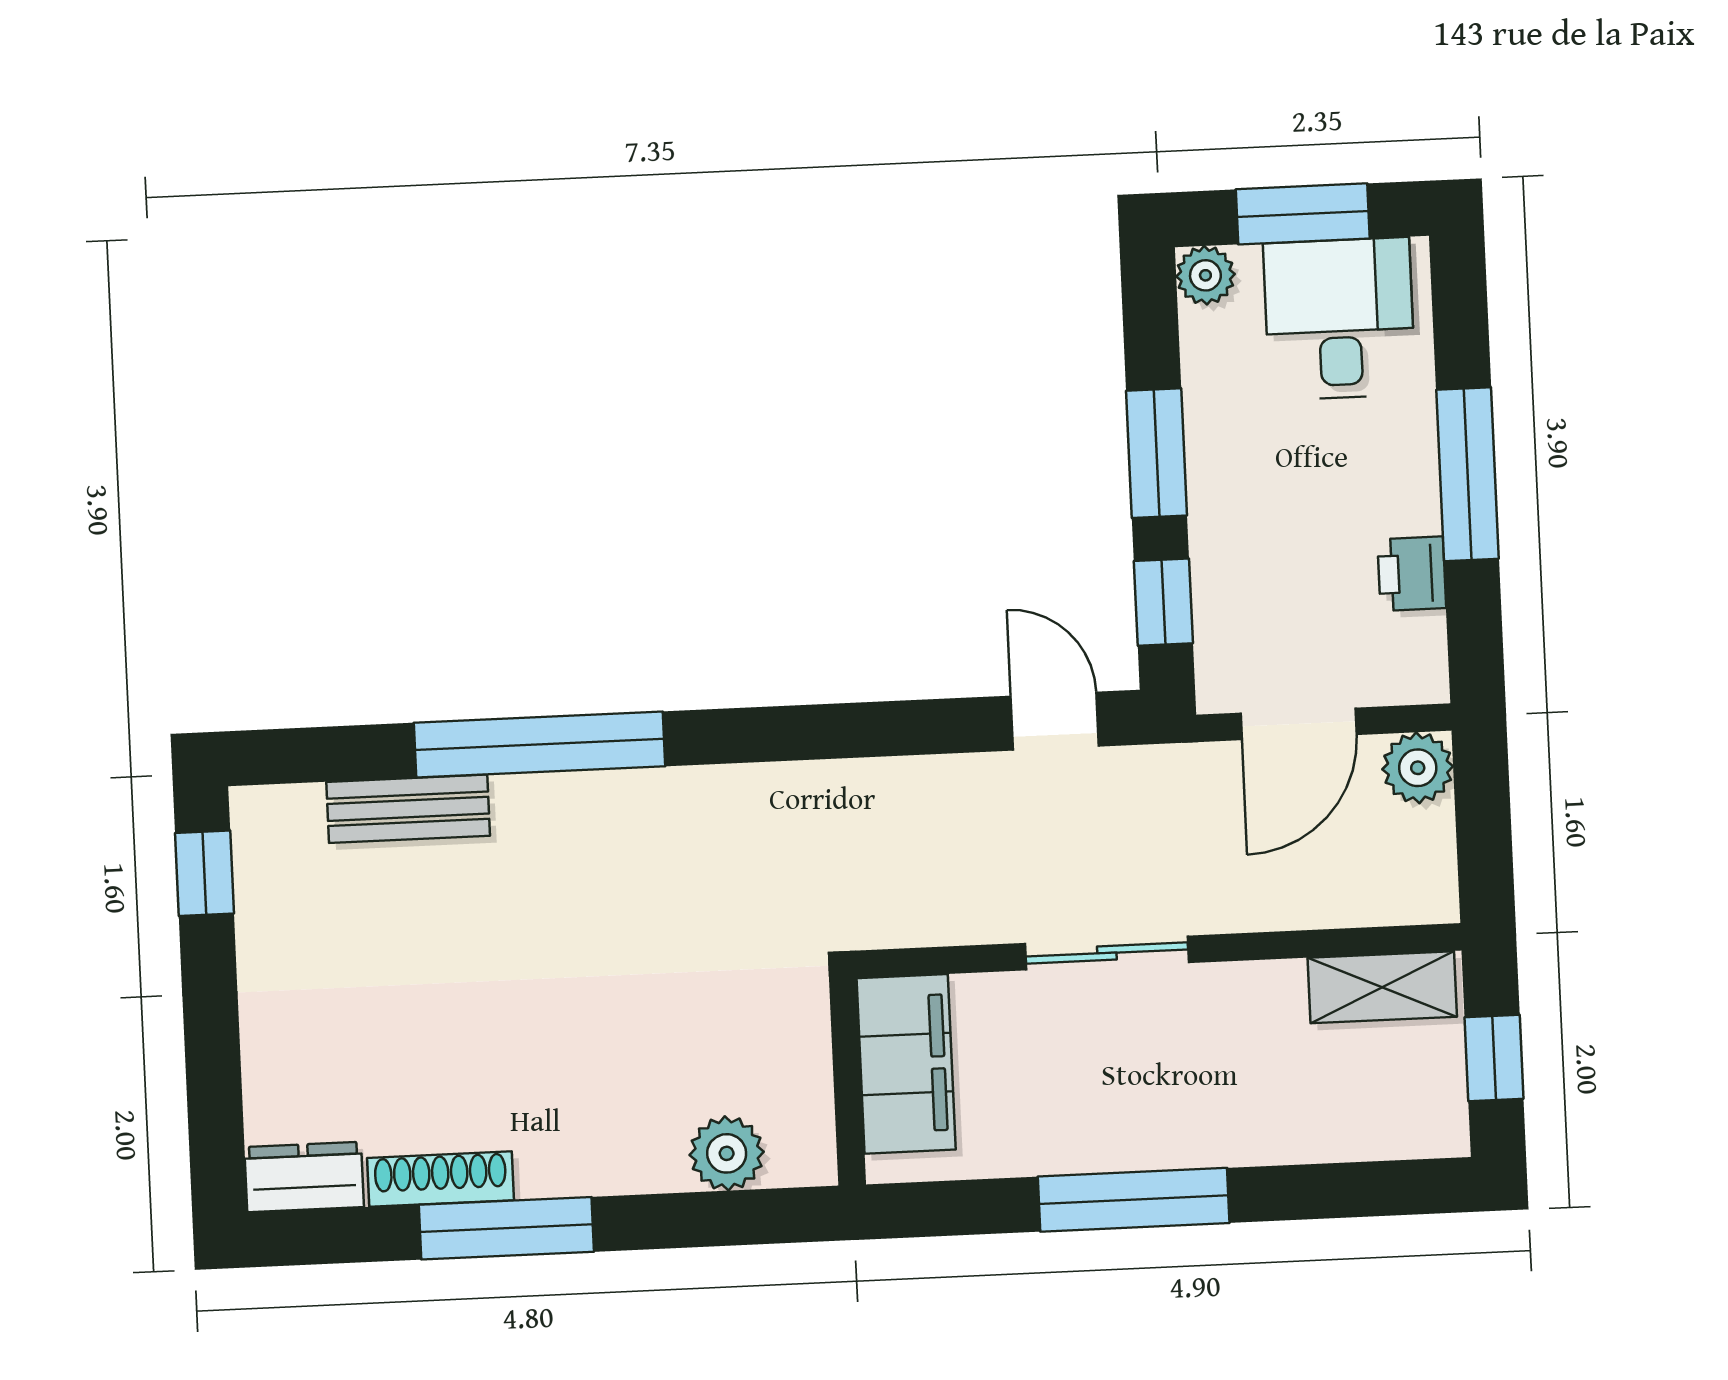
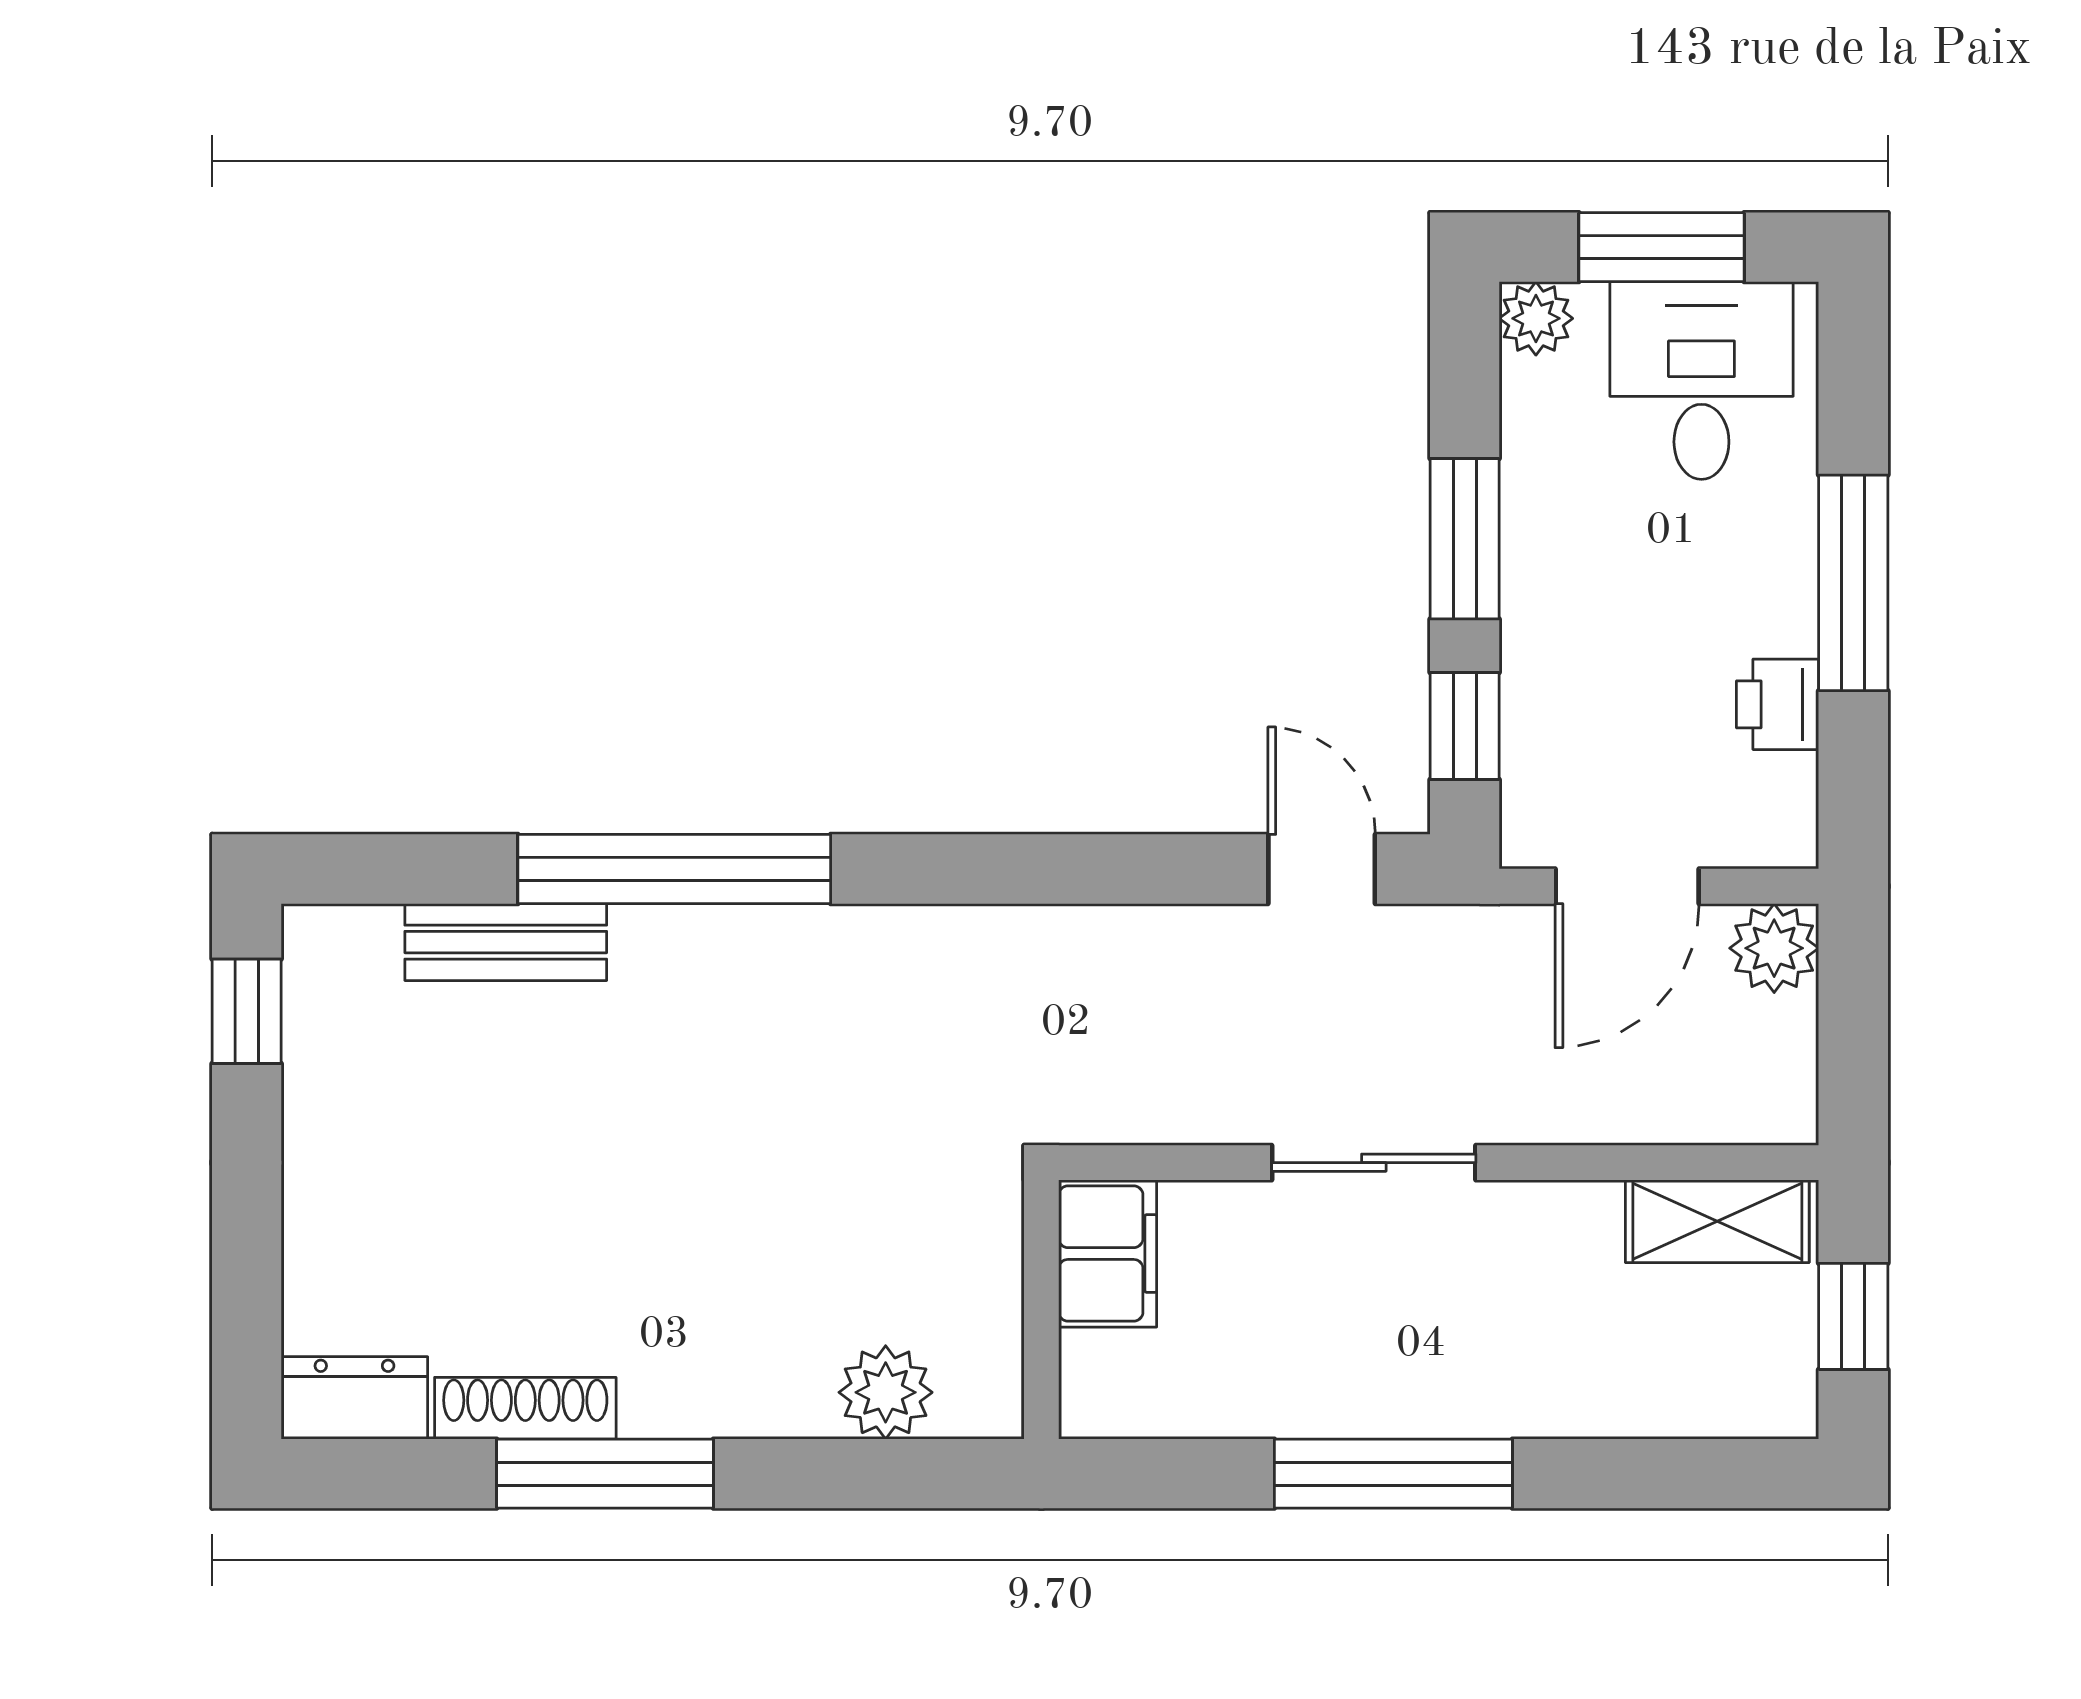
filing cabinet: (906, 1064) -> (1108, 1254), width x0.67, depth x0.86

